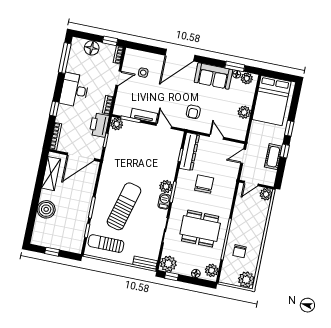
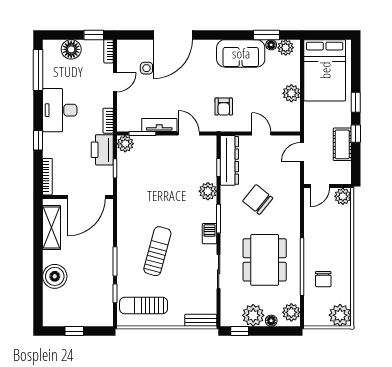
door: (180, 55) -> (173, 35), moved
chair: (204, 184) -> (258, 200), turned -51
plant: (166, 187) -> (208, 191), moved
sun lounger: (124, 206) -> (157, 251), width x0.73, depth x0.75
dining table: (200, 229) -> (265, 260), turned 90
plant: (168, 264) -> (253, 315), moved

